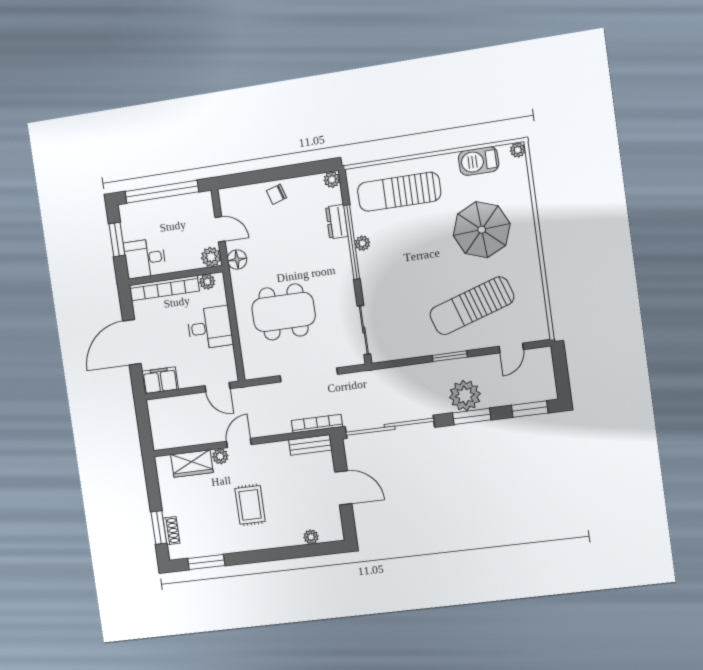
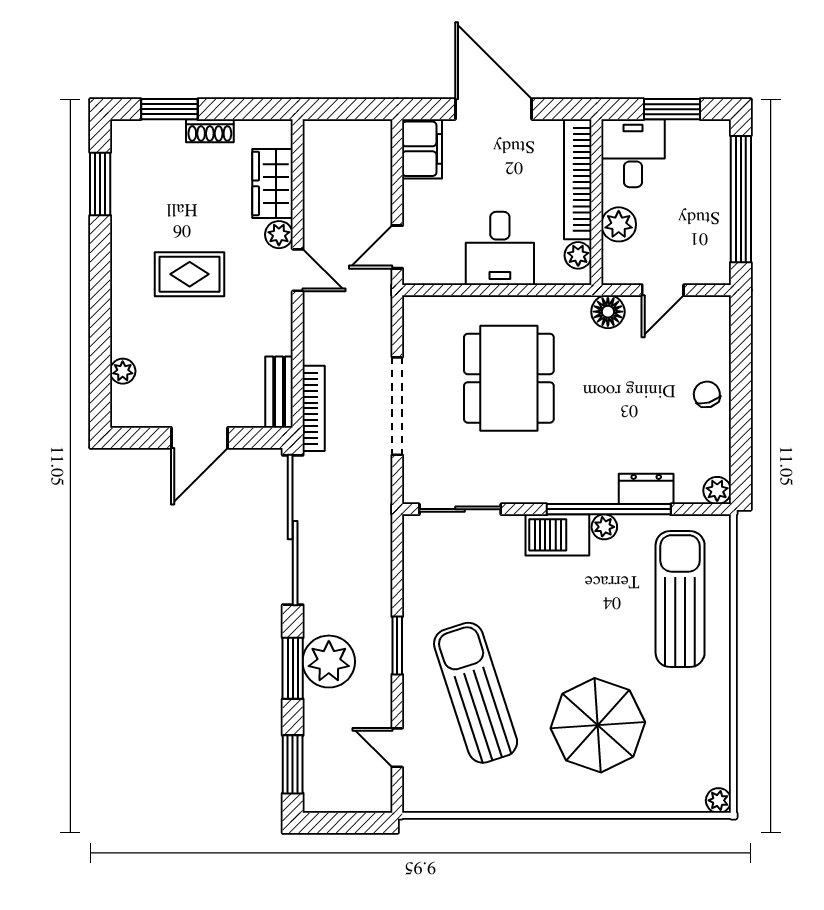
barbecue: (479, 161) -> (557, 535), moved, turned -90
plant: (211, 257) -> (619, 224), moved
shoe rack: (171, 531) -> (210, 131), moved

